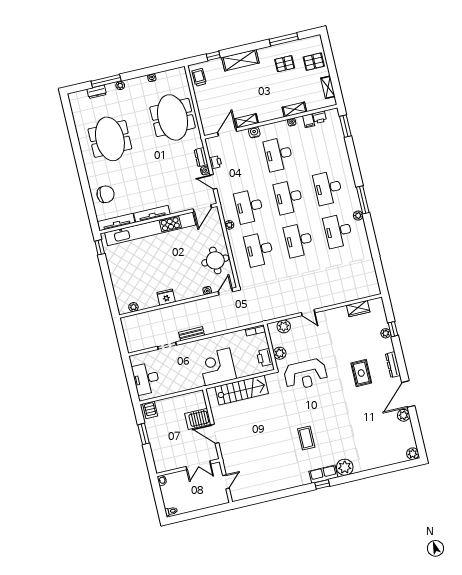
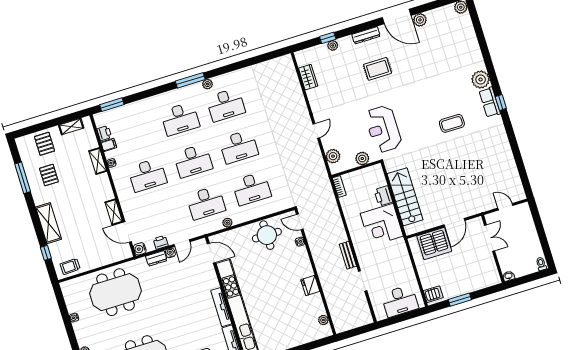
water cooler: (254, 132) -> (140, 249), moved
printer: (265, 358) -> (383, 196), moved, turned 90
reception desk: (306, 374) -> (383, 129), turned 180
server rack: (198, 419) -> (434, 244), width x1.60

